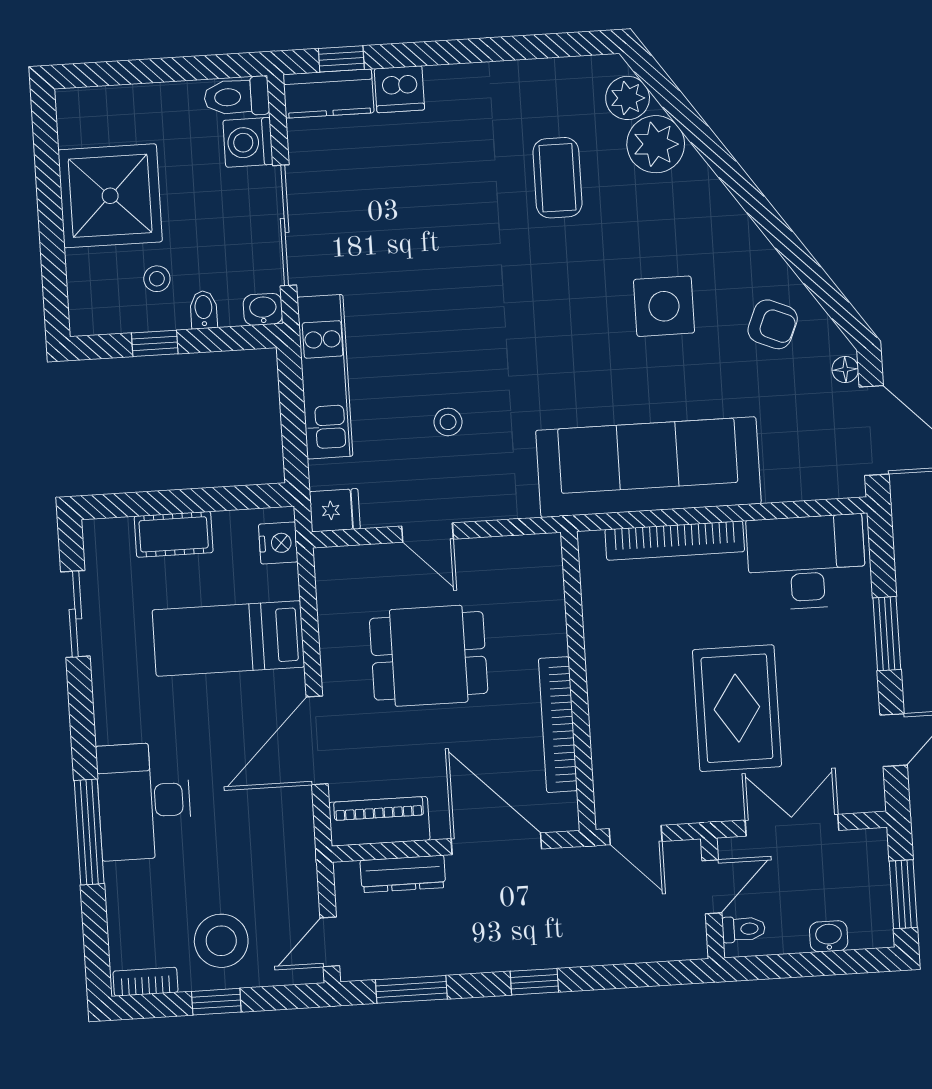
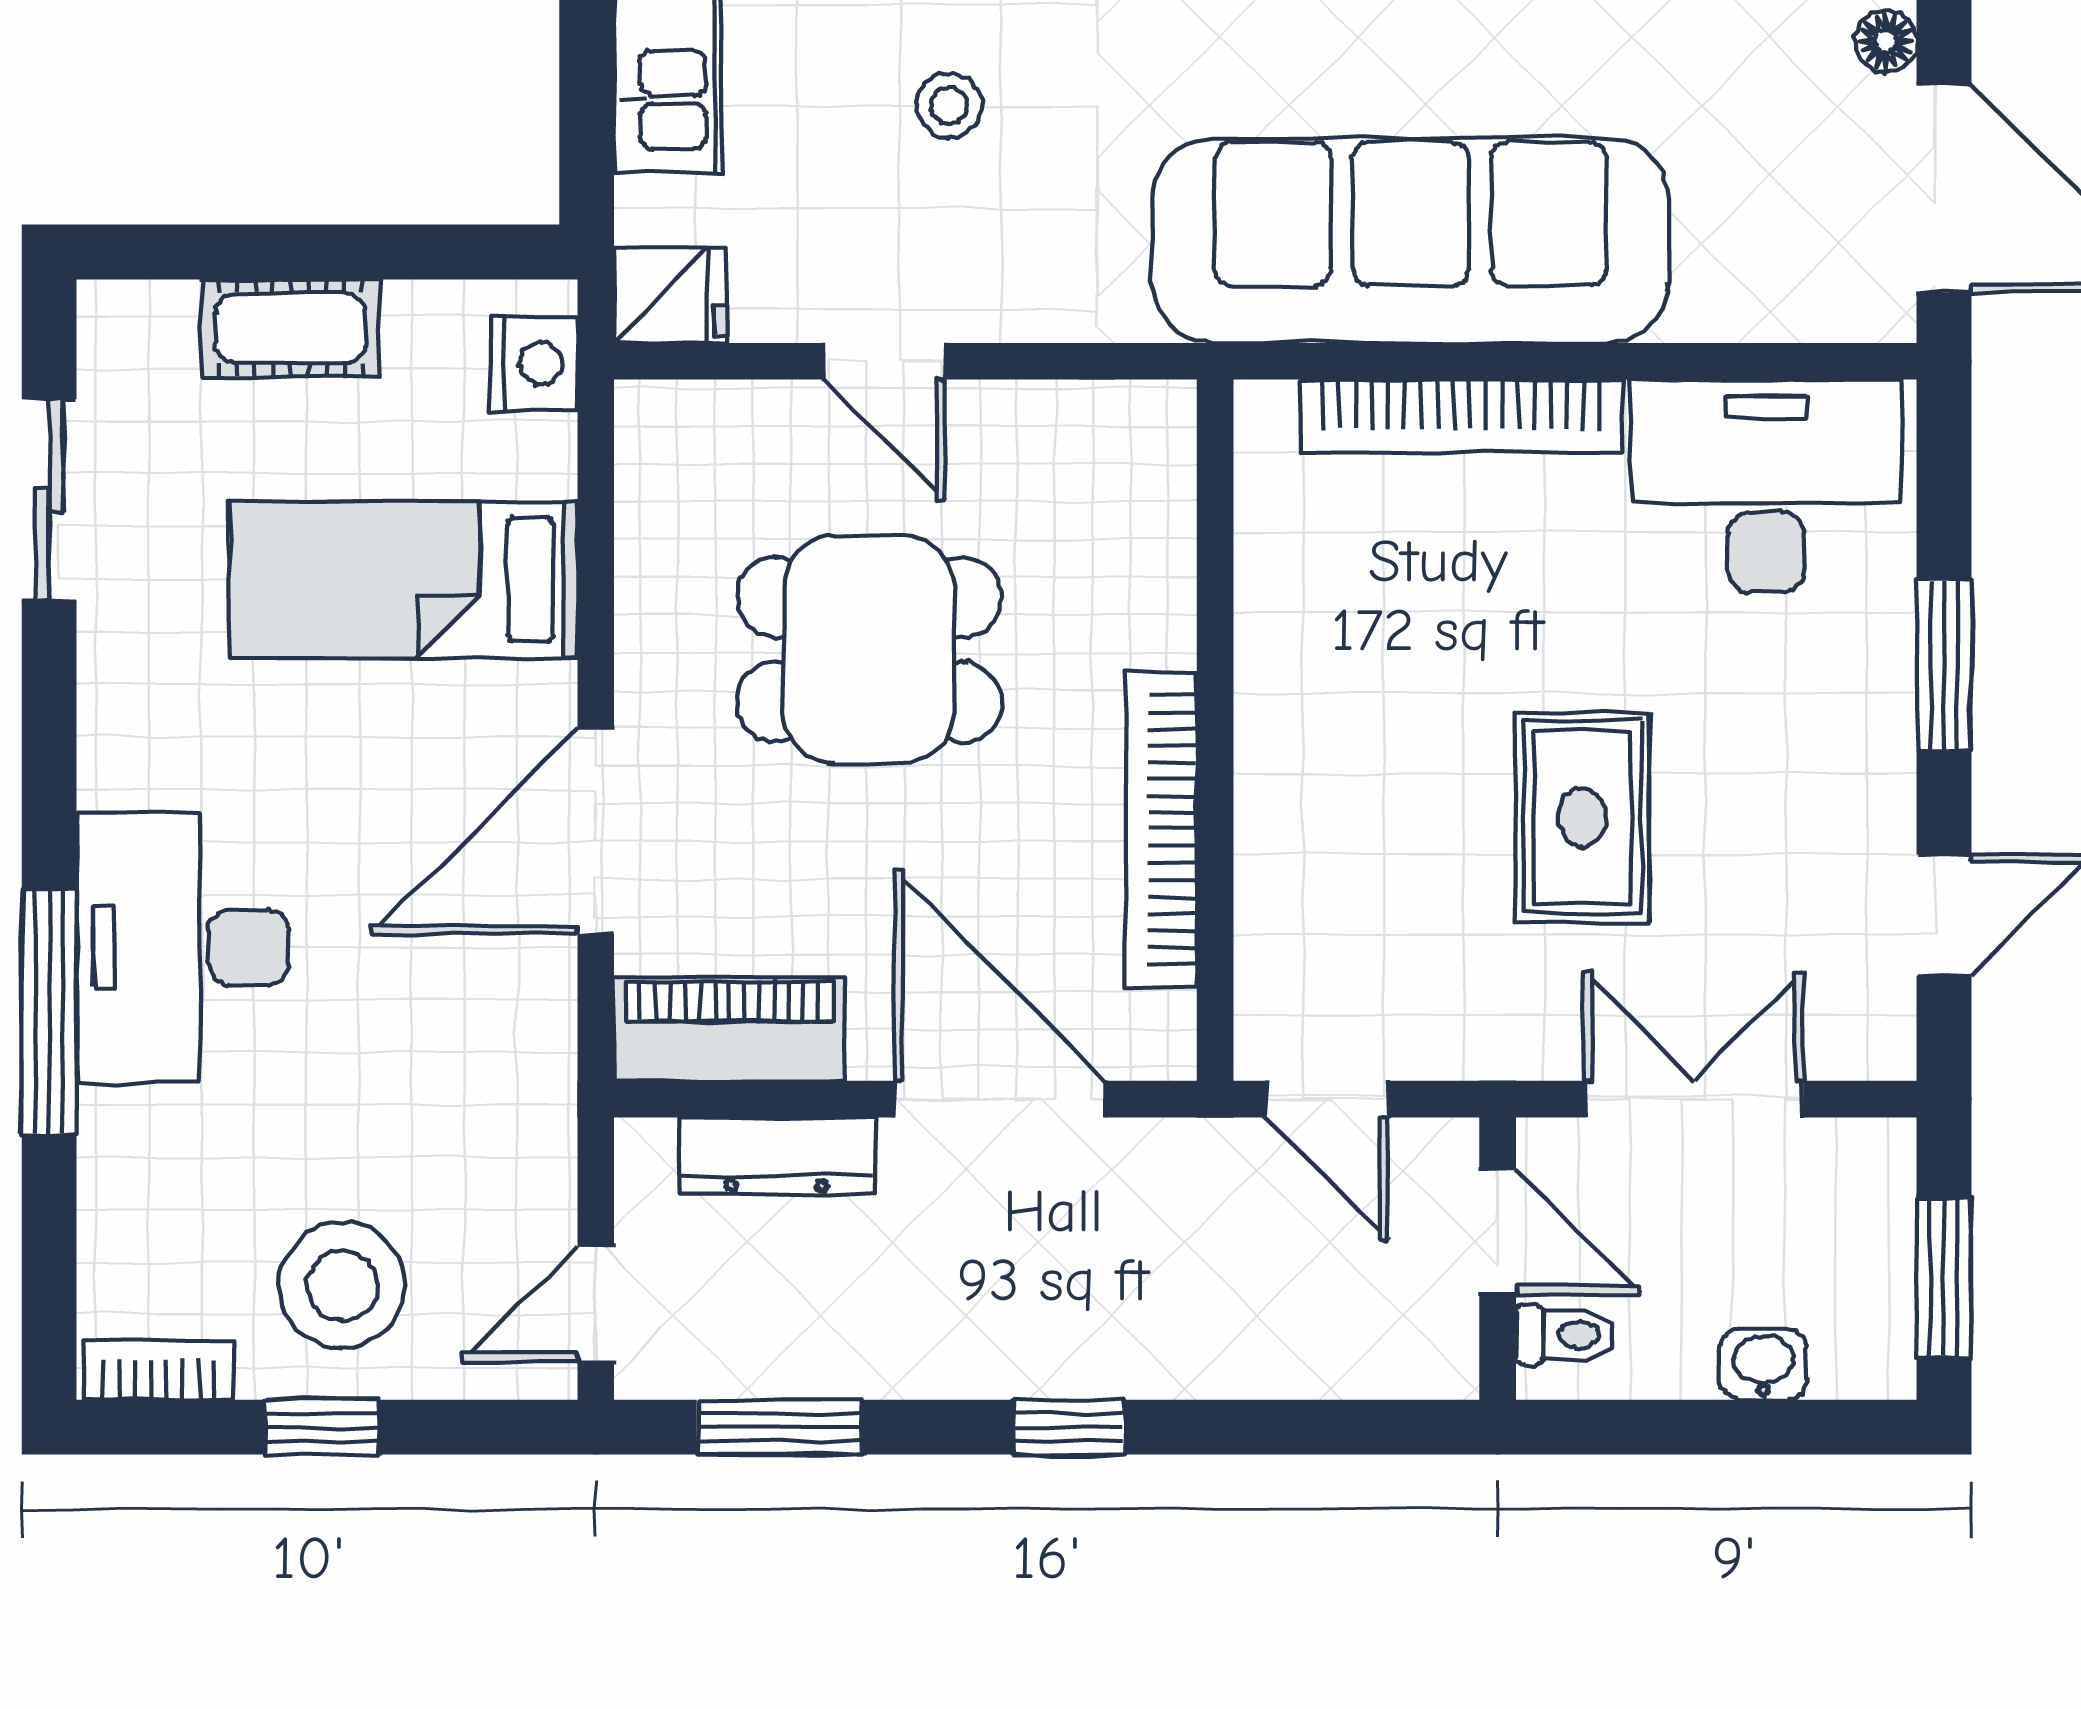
rug: (737, 708) -> (1582, 817), width x0.73, depth x0.70
door: (712, 887) -> (1498, 1231), hinge flipped

